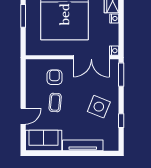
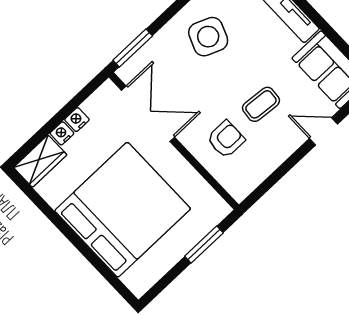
window: (23, 16) -> (204, 244), moved
nightstand: (114, 51) -> (77, 120), moved
armchair: (55, 77) -> (226, 139), turned 180

